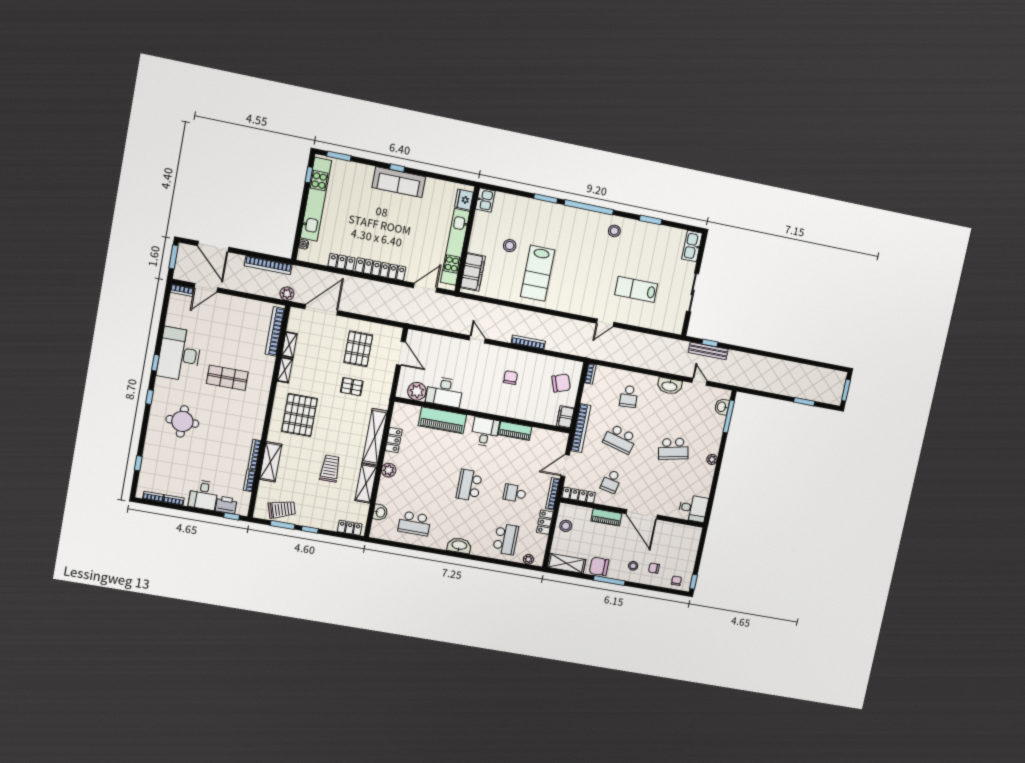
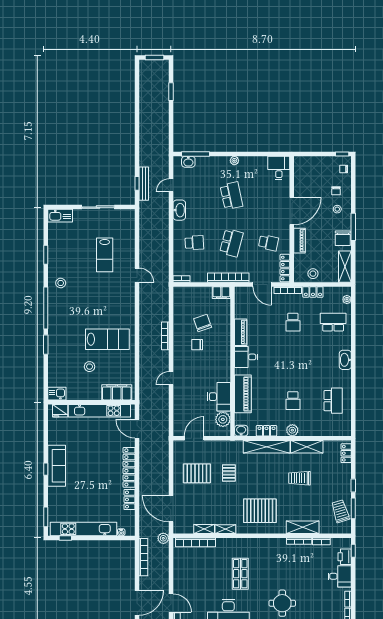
chair: (561, 383) -> (203, 323), moved
school desk: (469, 485) -> (293, 401), moved, width x0.54
washbasin: (380, 512) -> (241, 431), moved

